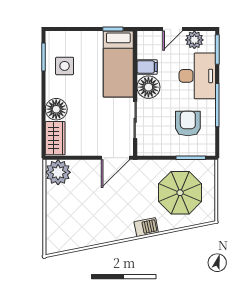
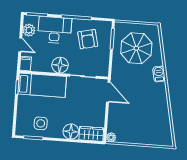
filing cabinet: (147, 67) -> (25, 64), moved
armchair: (188, 123) -> (88, 39), turned -103
plant: (58, 172) -> (111, 137), width x0.53, depth x0.53

